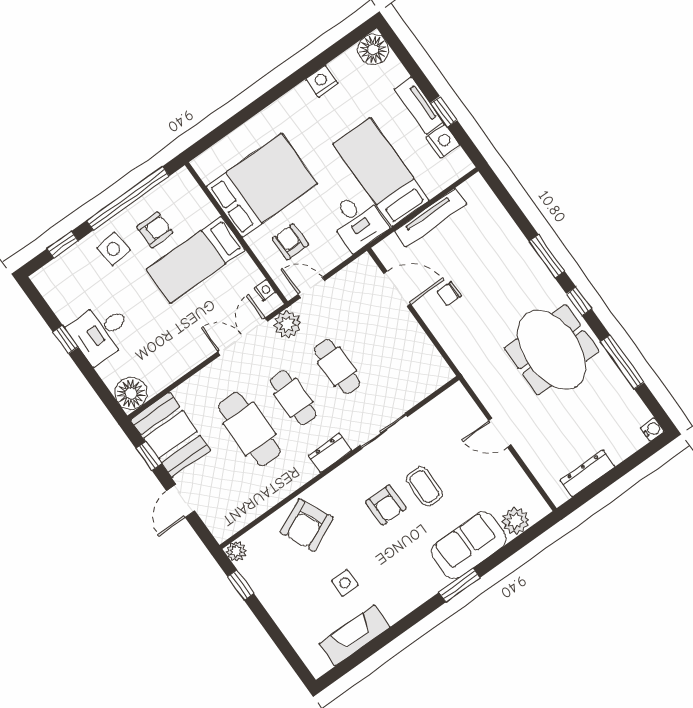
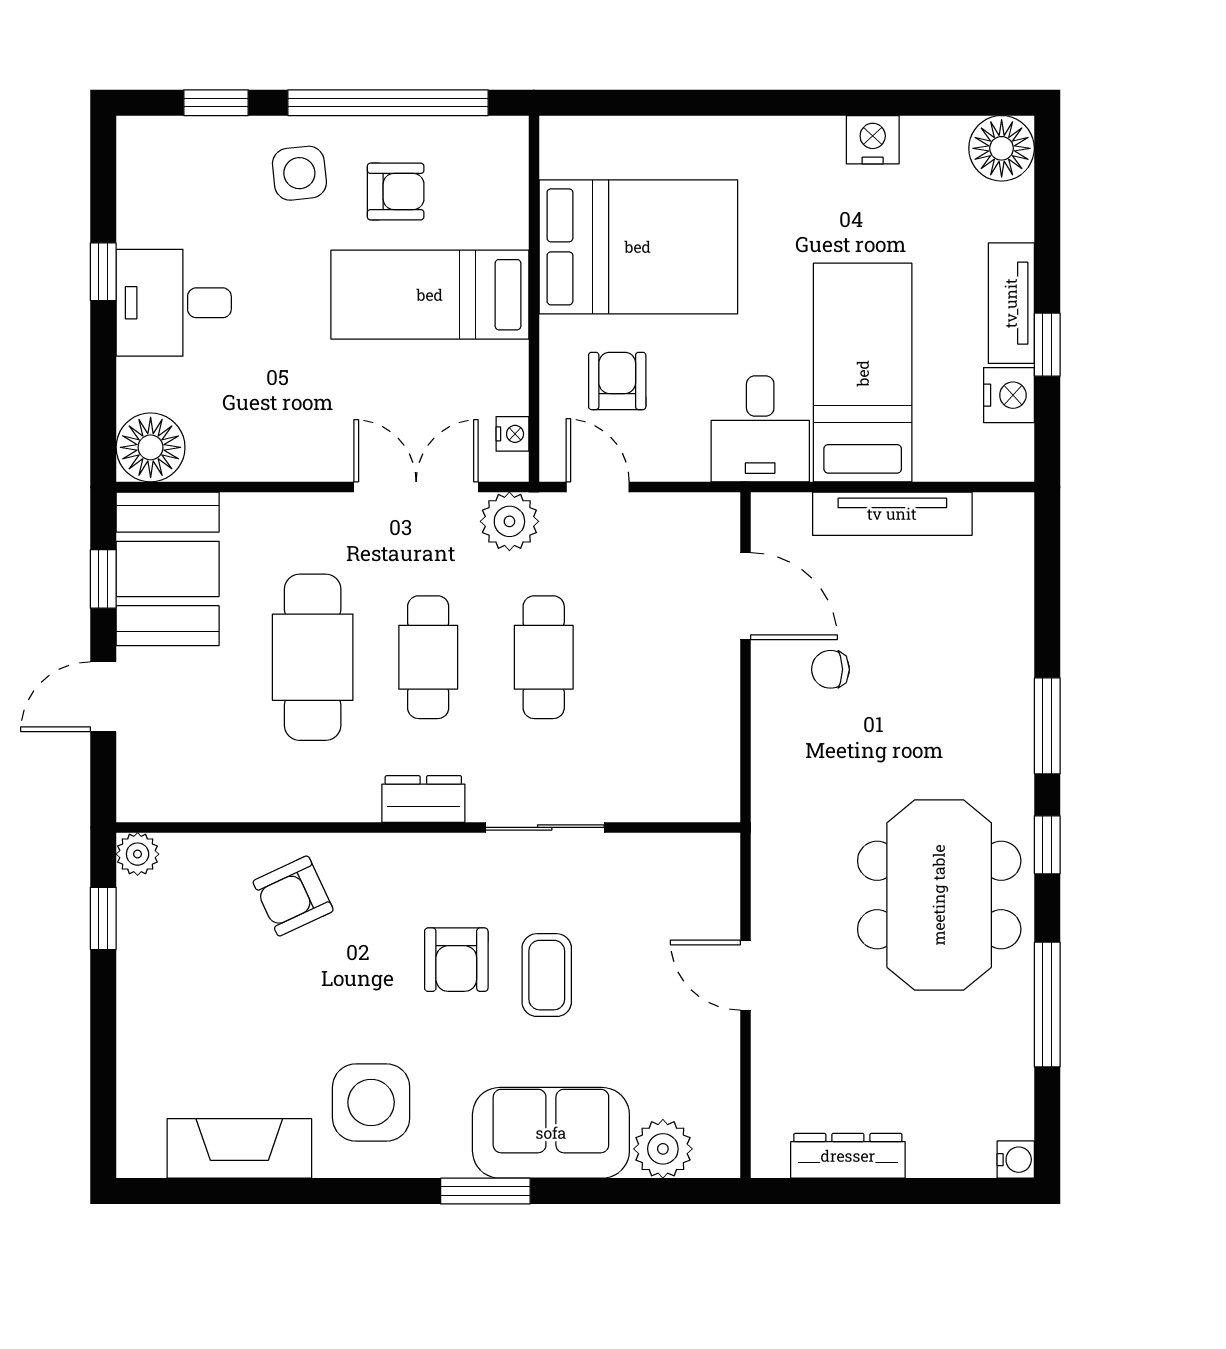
armchair: (307, 525) -> (293, 896), width x0.72, depth x0.72
side table: (345, 583) -> (371, 1102), moved, width x1.87, depth x1.87

